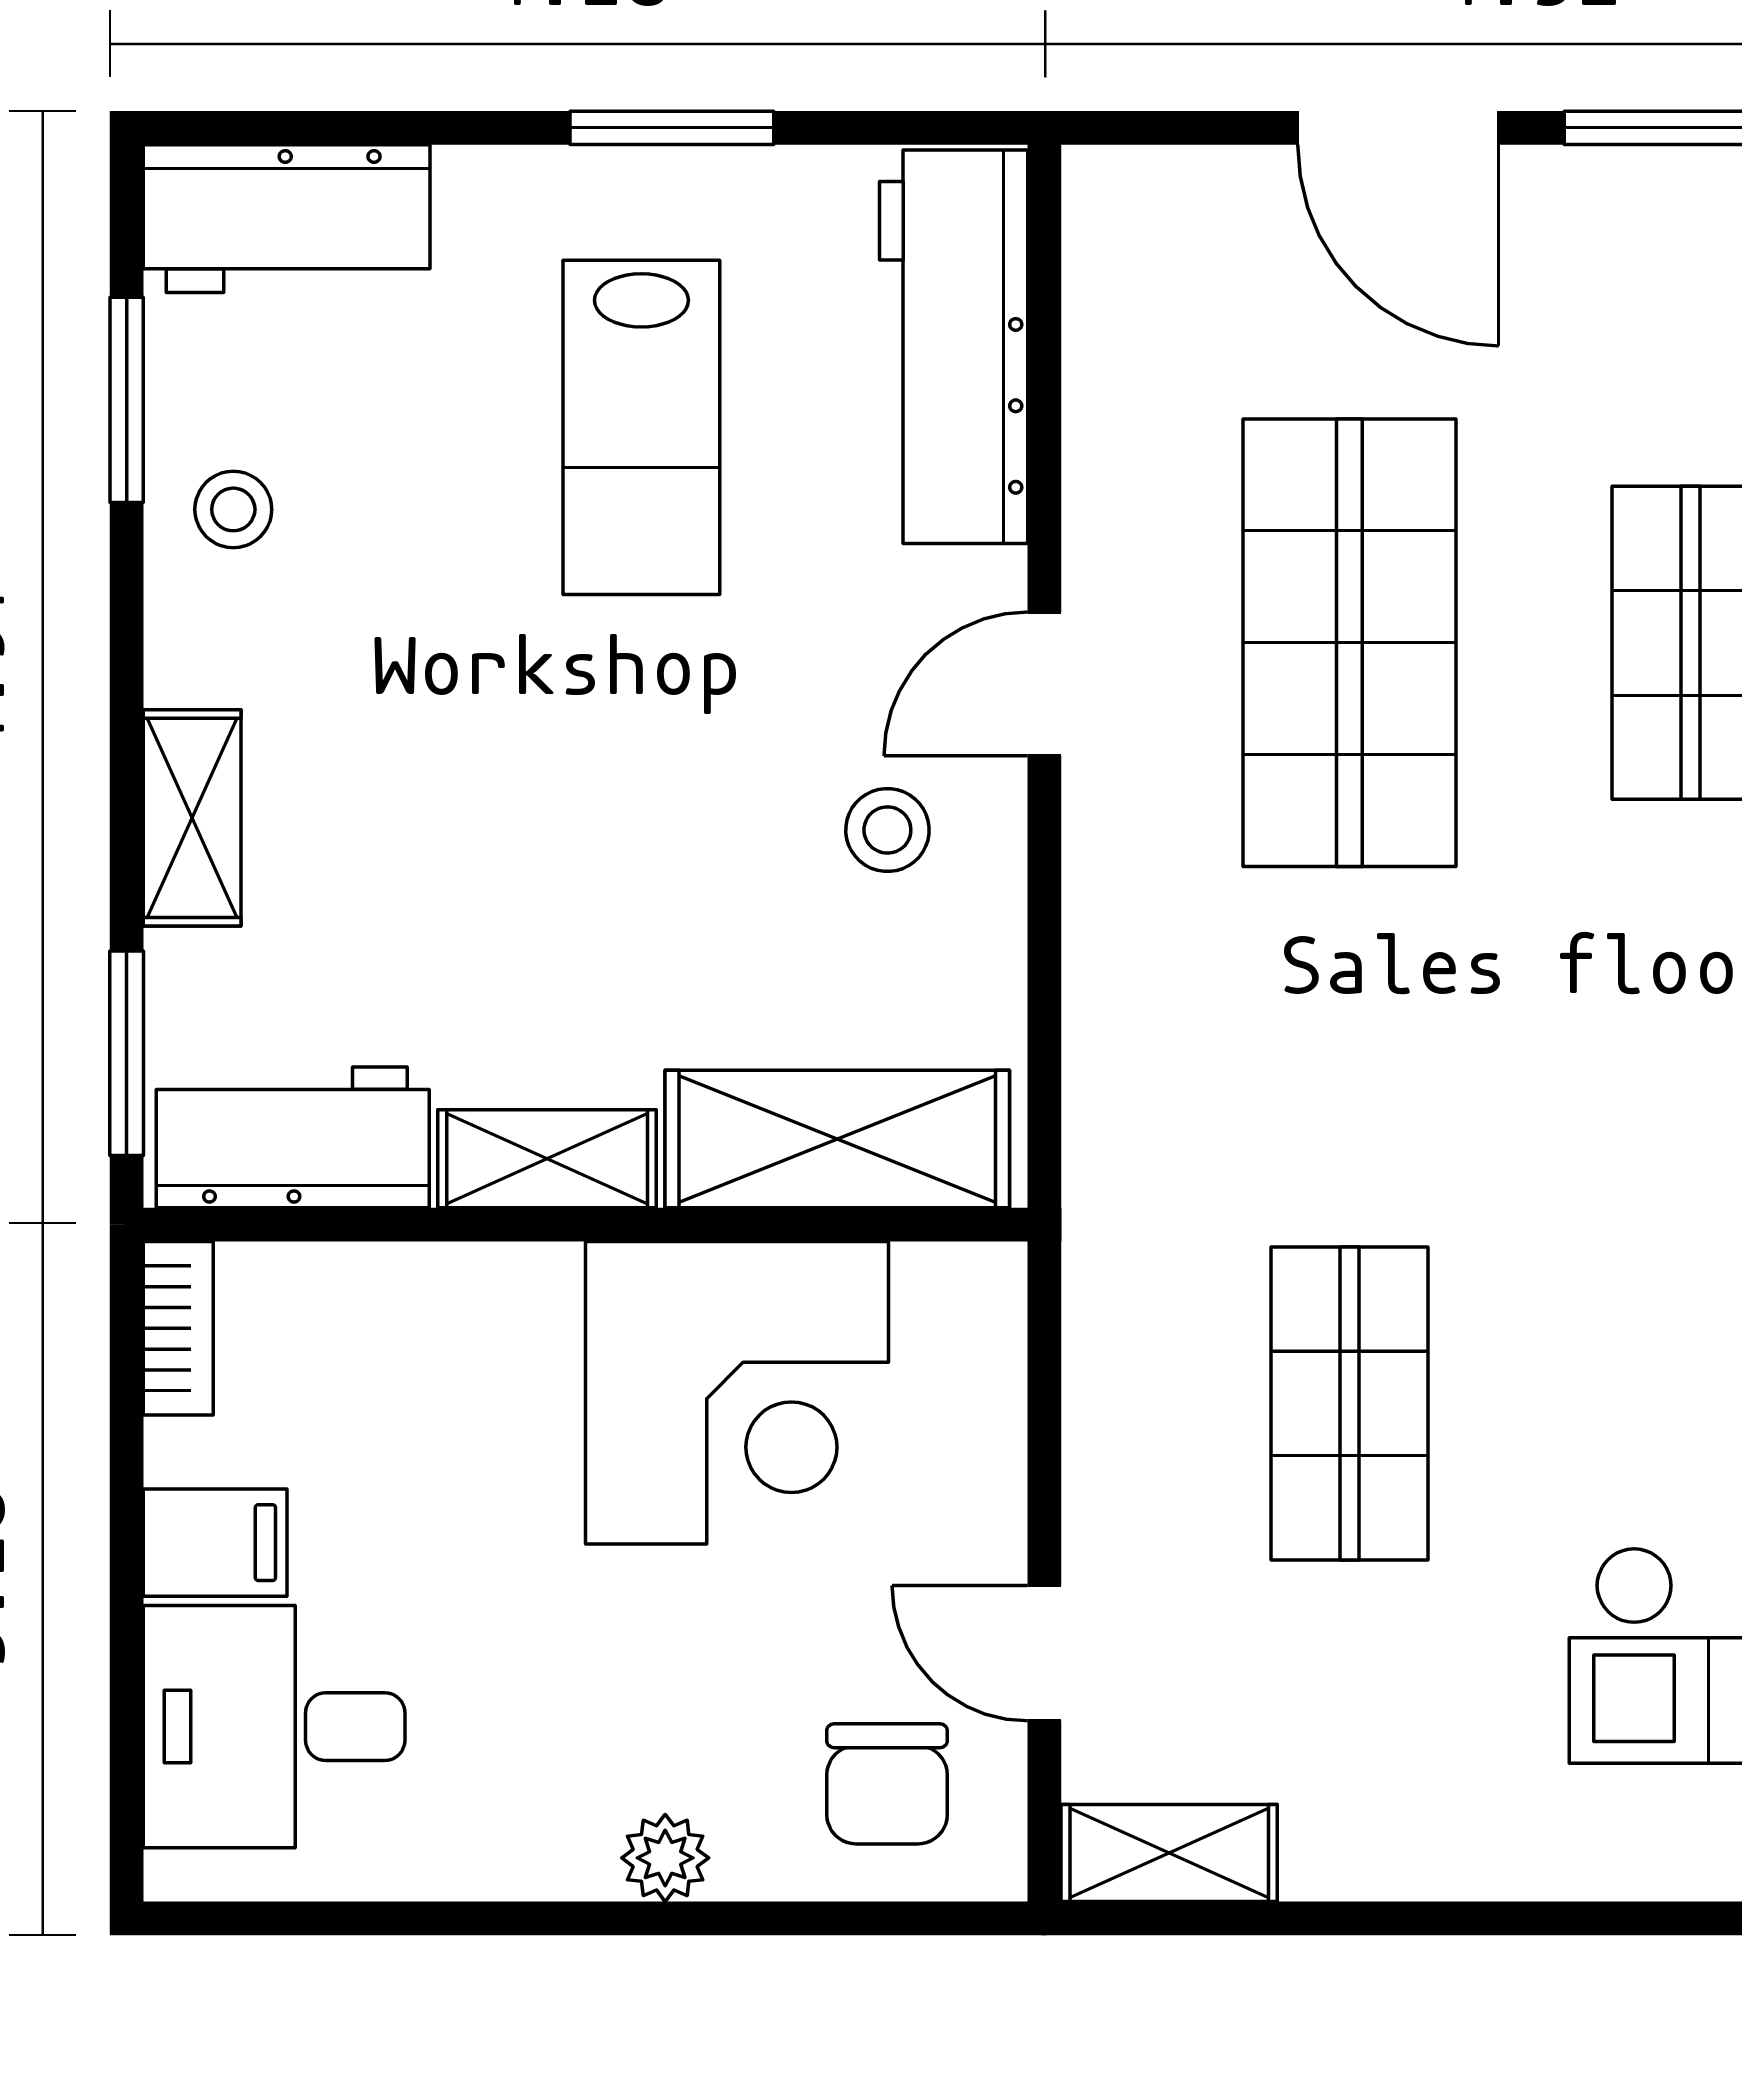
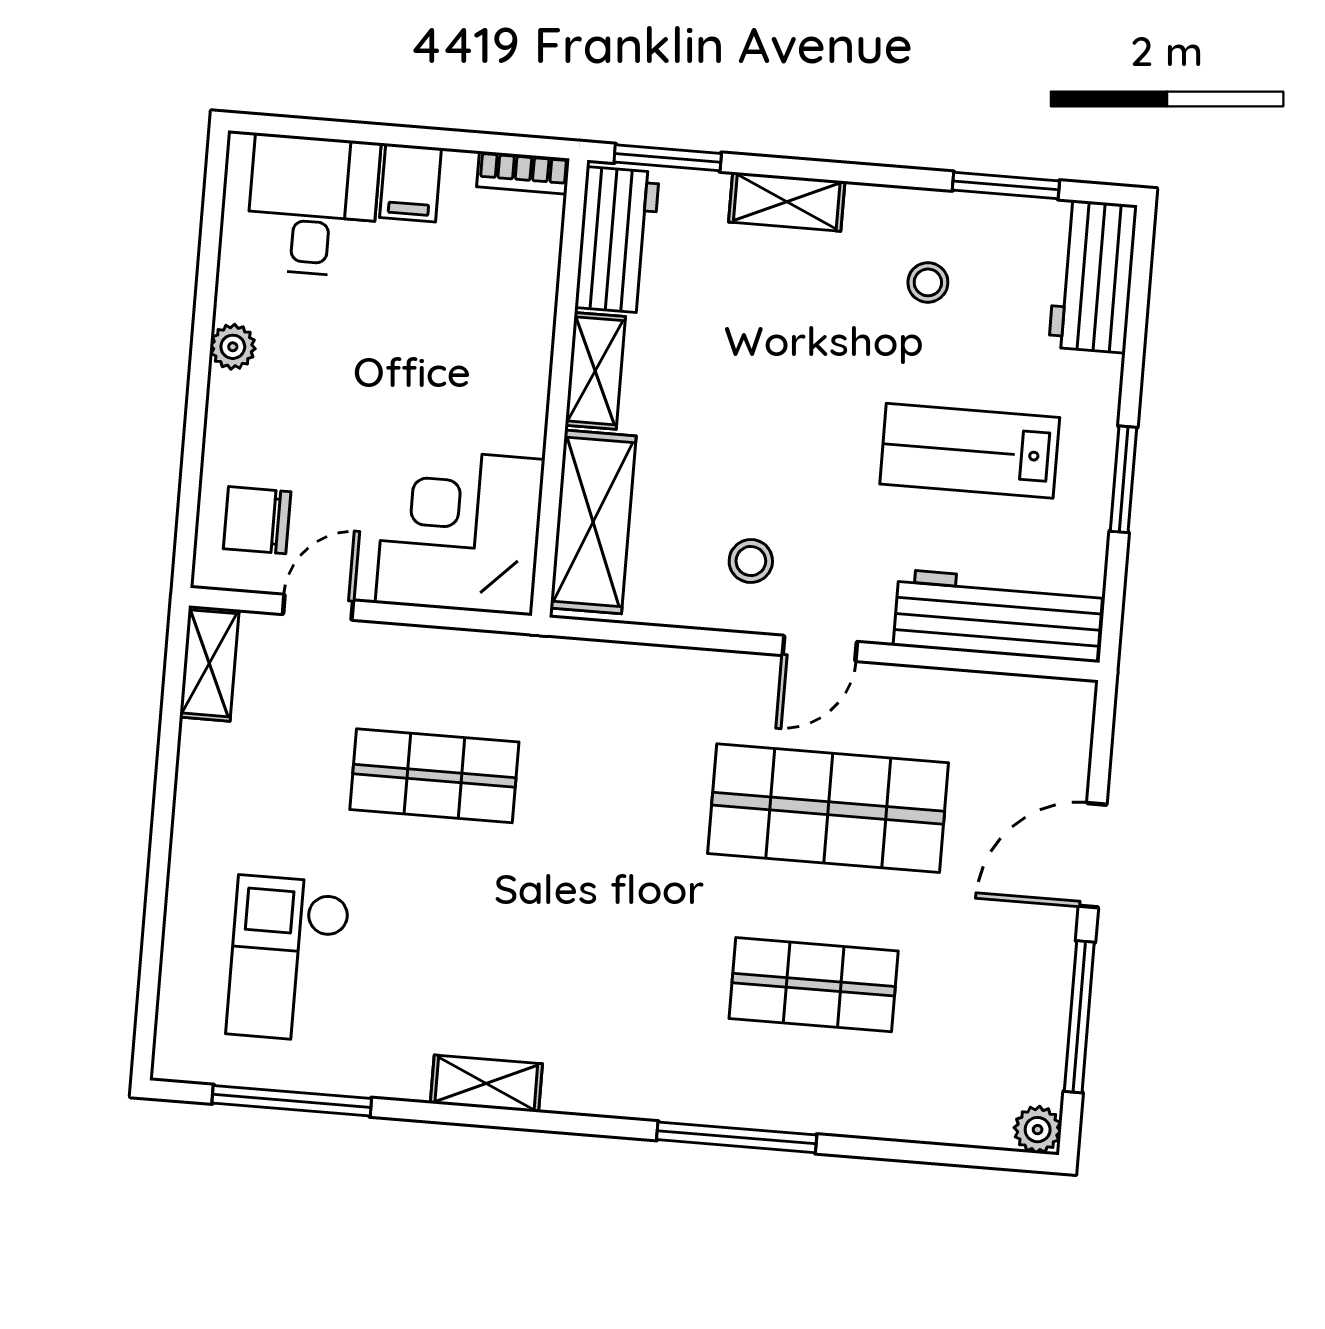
stool: (233, 509) -> (928, 282), moved
door: (1044, 684) -> (820, 648), swing flipped
corner desk: (737, 1393) -> (460, 531), moved, turned 90
plant: (665, 1858) -> (233, 347), moved

